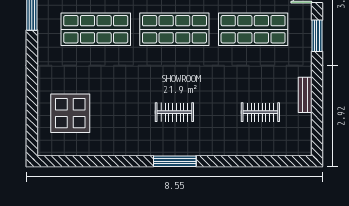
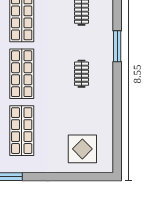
window: (175, 161) -> (117, 46), moved

